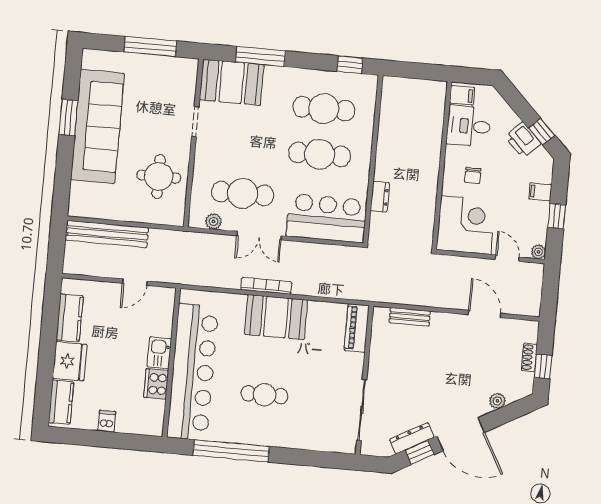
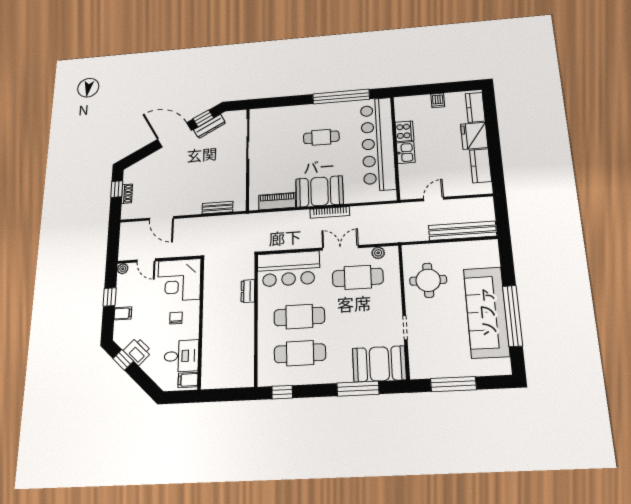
window: (68, 117) -> (513, 316), width x2.11
piano: (357, 328) -> (277, 201), moved, turned -90
plant: (497, 401) -> (149, 161), removed

